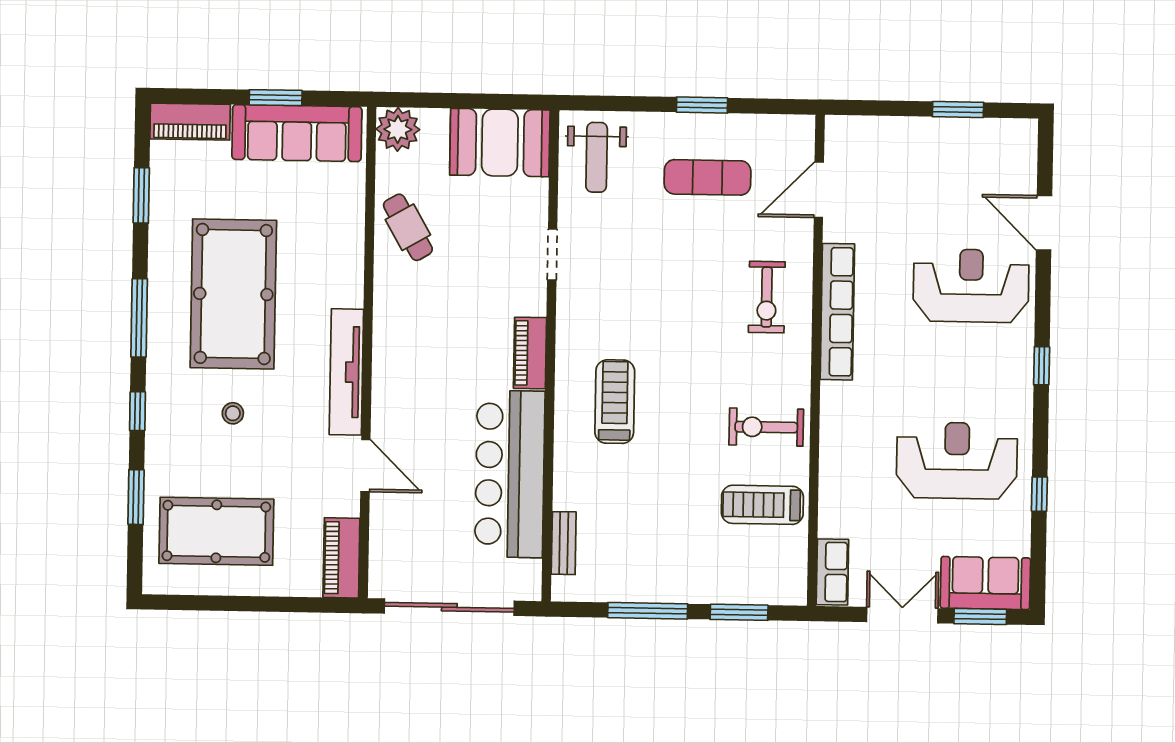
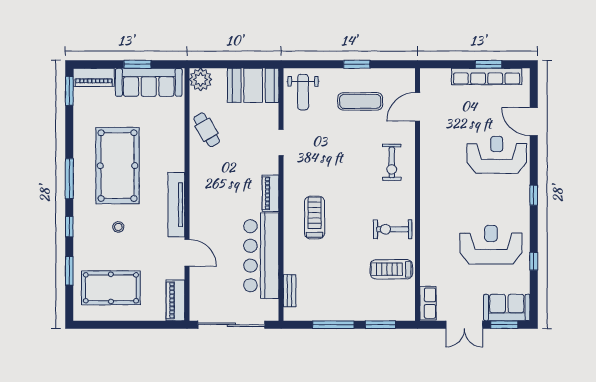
window: (141, 195) -> (69, 91), moved
row of seats: (837, 312) -> (487, 76), moved, turned 90
double door: (902, 615) -> (464, 325), swing flipped

